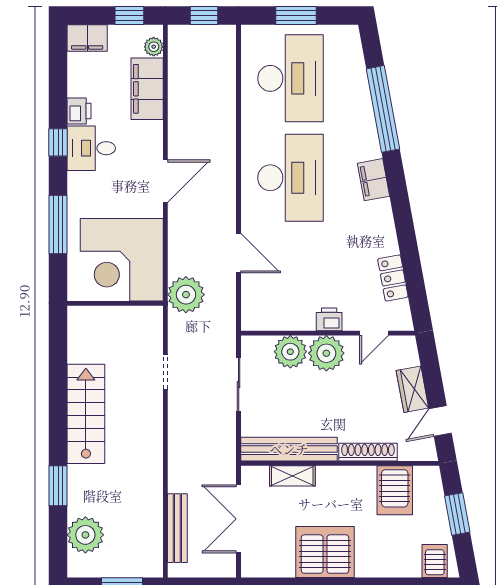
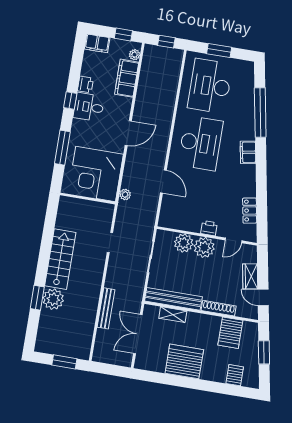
desk: (291, 78) -> (210, 86), turned 180
plant: (186, 295) -> (125, 195), width x0.53, depth x0.53
door: (440, 421) -> (263, 297), hinge flipped
bench: (177, 528) -> (106, 308), moved
plant: (85, 535) -> (53, 299), moved
server rack: (435, 561) -> (235, 375), moved

